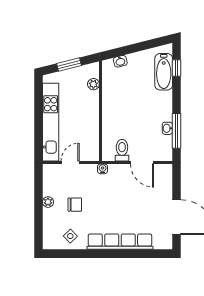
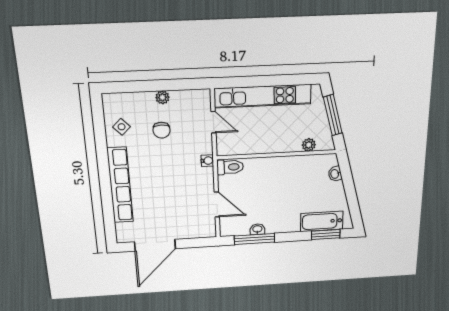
window: (69, 65) -> (333, 115), width x1.44
window: (176, 68) -> (326, 235), width x1.50
toilet: (122, 150) -> (230, 167), moved
door: (142, 162) -> (217, 204), swing flipped

